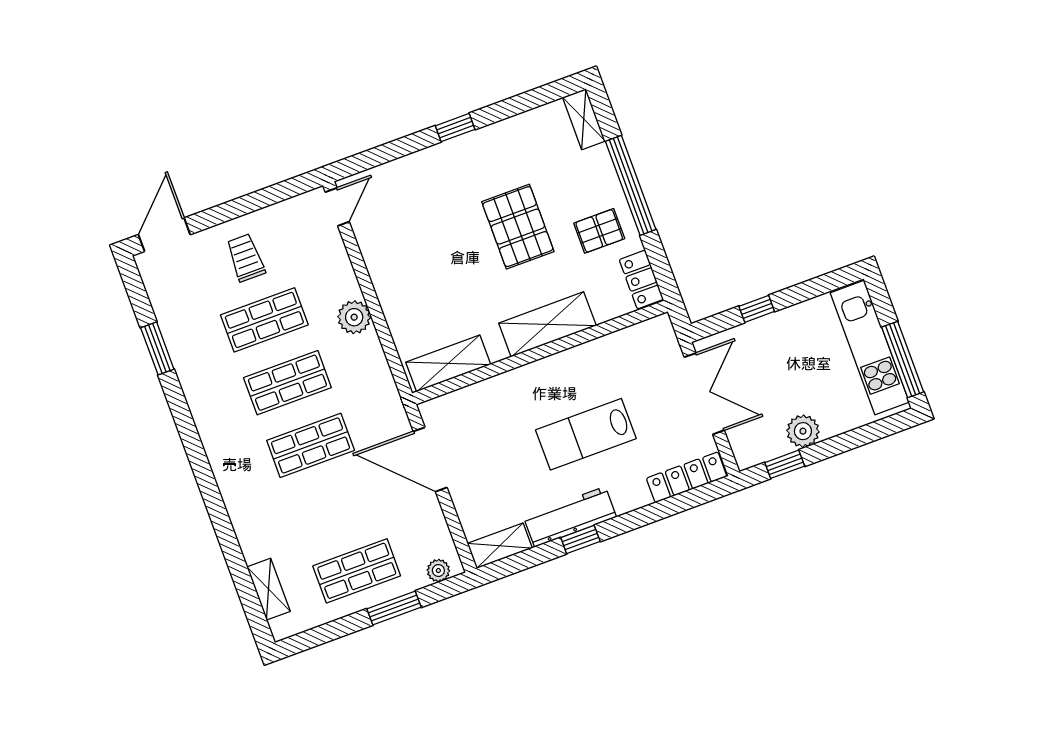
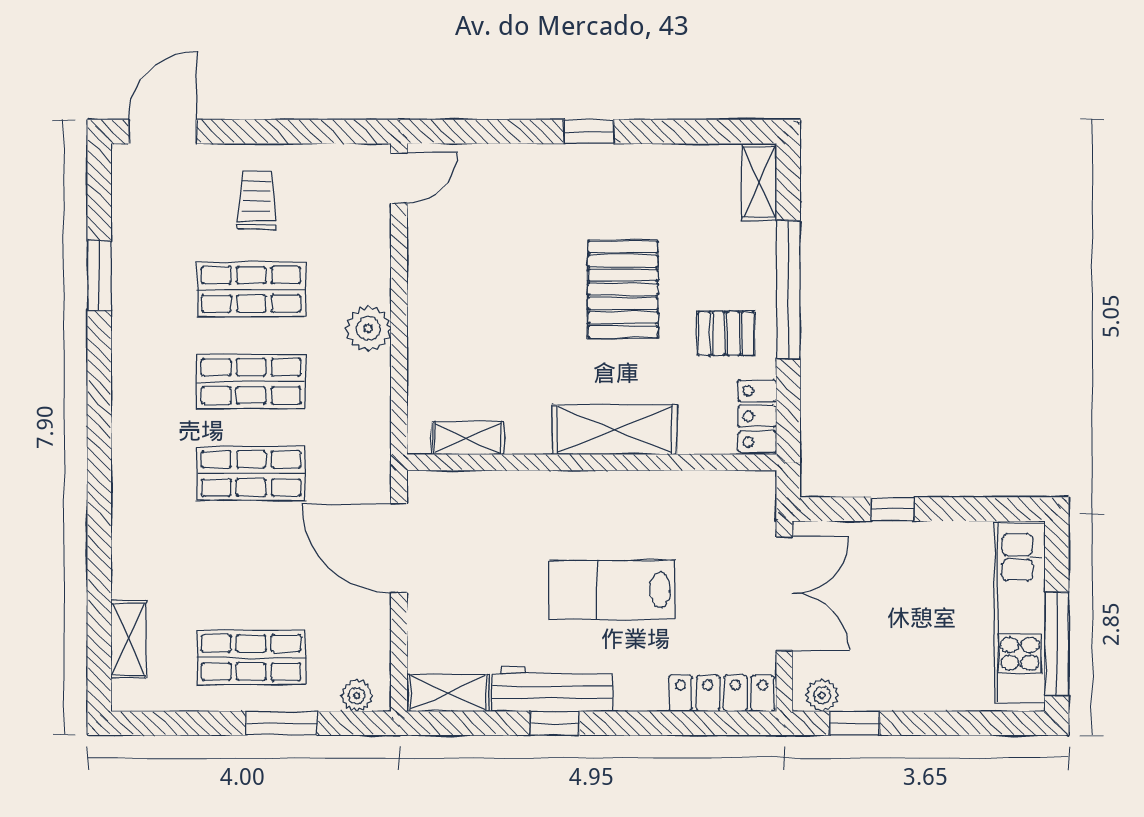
shelving: (448, 363) -> (468, 438), width x0.67, depth x0.75
plant: (803, 431) -> (822, 695), moved, width x0.73, depth x0.73

